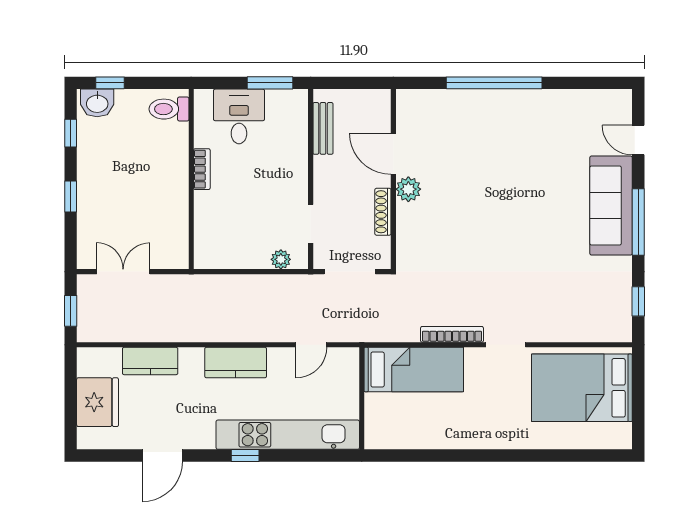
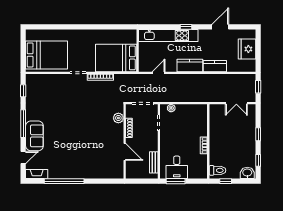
window: (110, 83) -> (226, 181), moved
window: (494, 83) -> (64, 181), moved
fireplace: (606, 100) -> (37, 174), added
desk: (239, 116) -> (177, 167), moved
door: (638, 140) -> (23, 158), hinge flipped
plant: (408, 189) -> (118, 118), moved
sofa: (611, 206) -> (34, 136), width x0.73
kitchen counter: (150, 361) -> (215, 66), moved
bed: (414, 370) -> (116, 58), width x1.50

